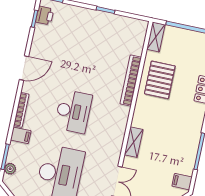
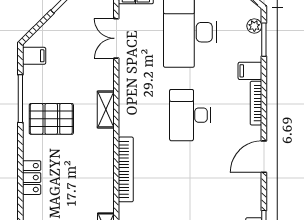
pallet: (160, 80) -> (51, 119), moved, turned 90
shelving: (134, 142) -> (106, 109), moved

